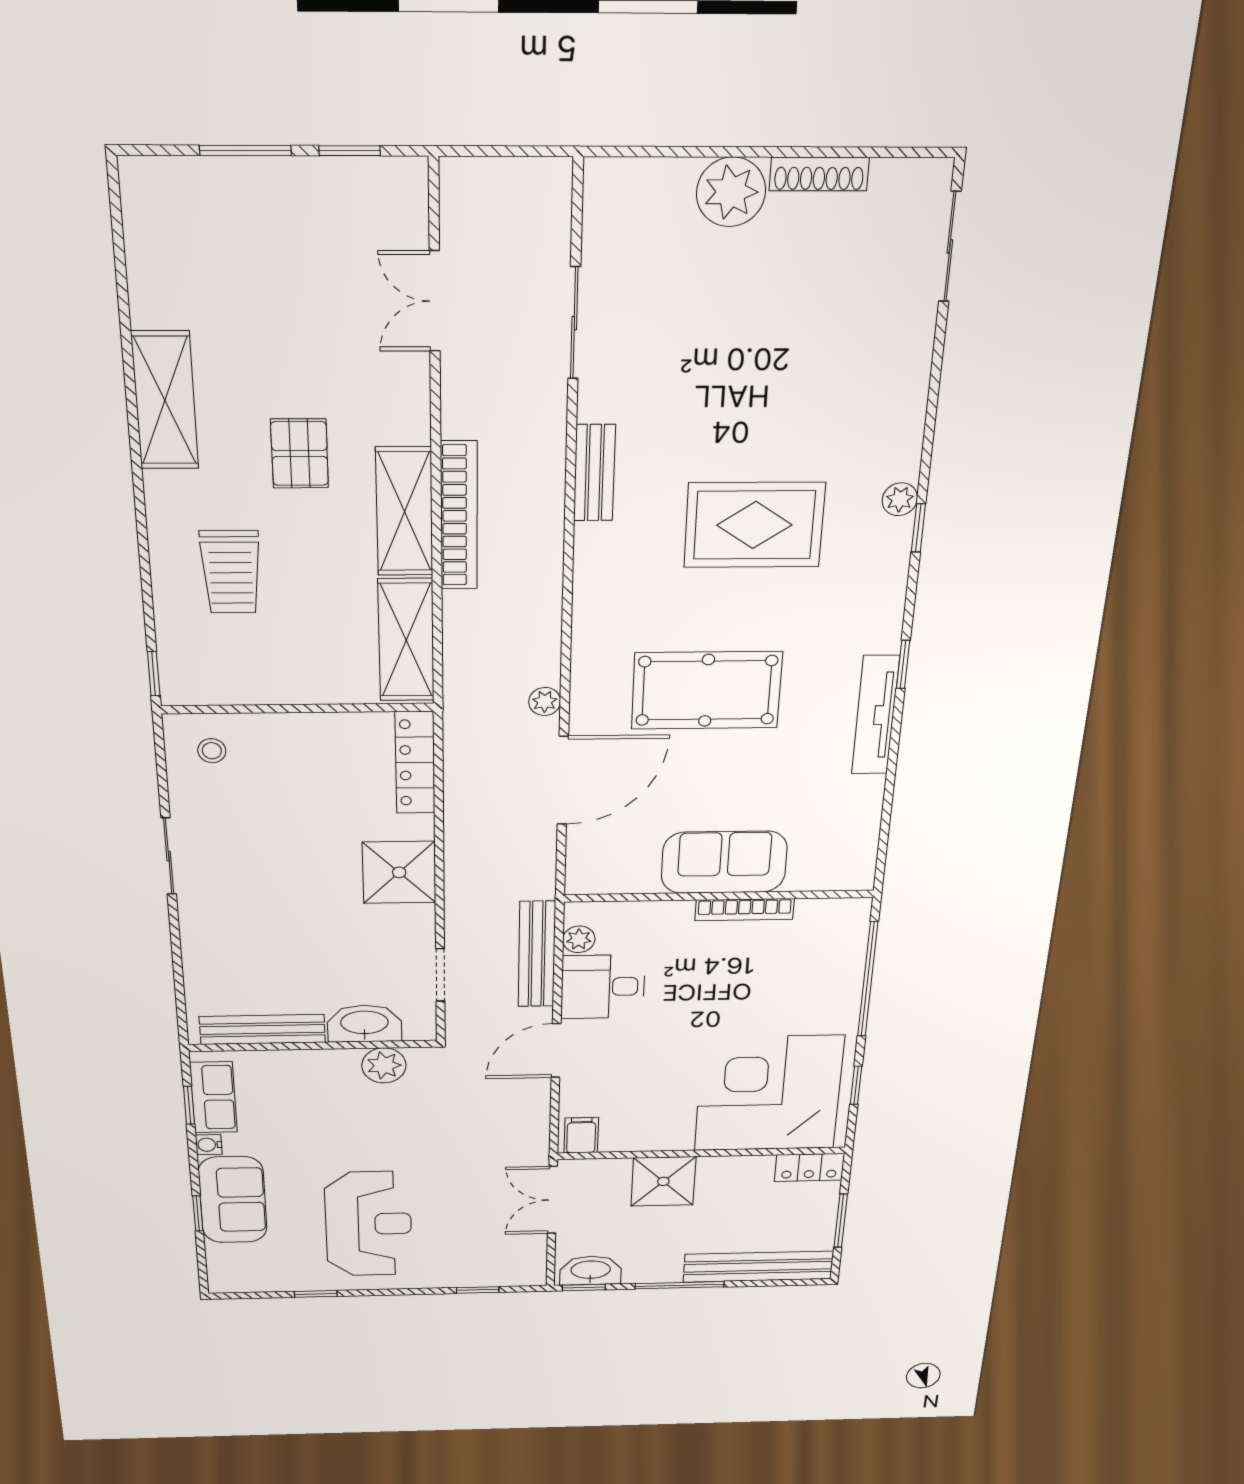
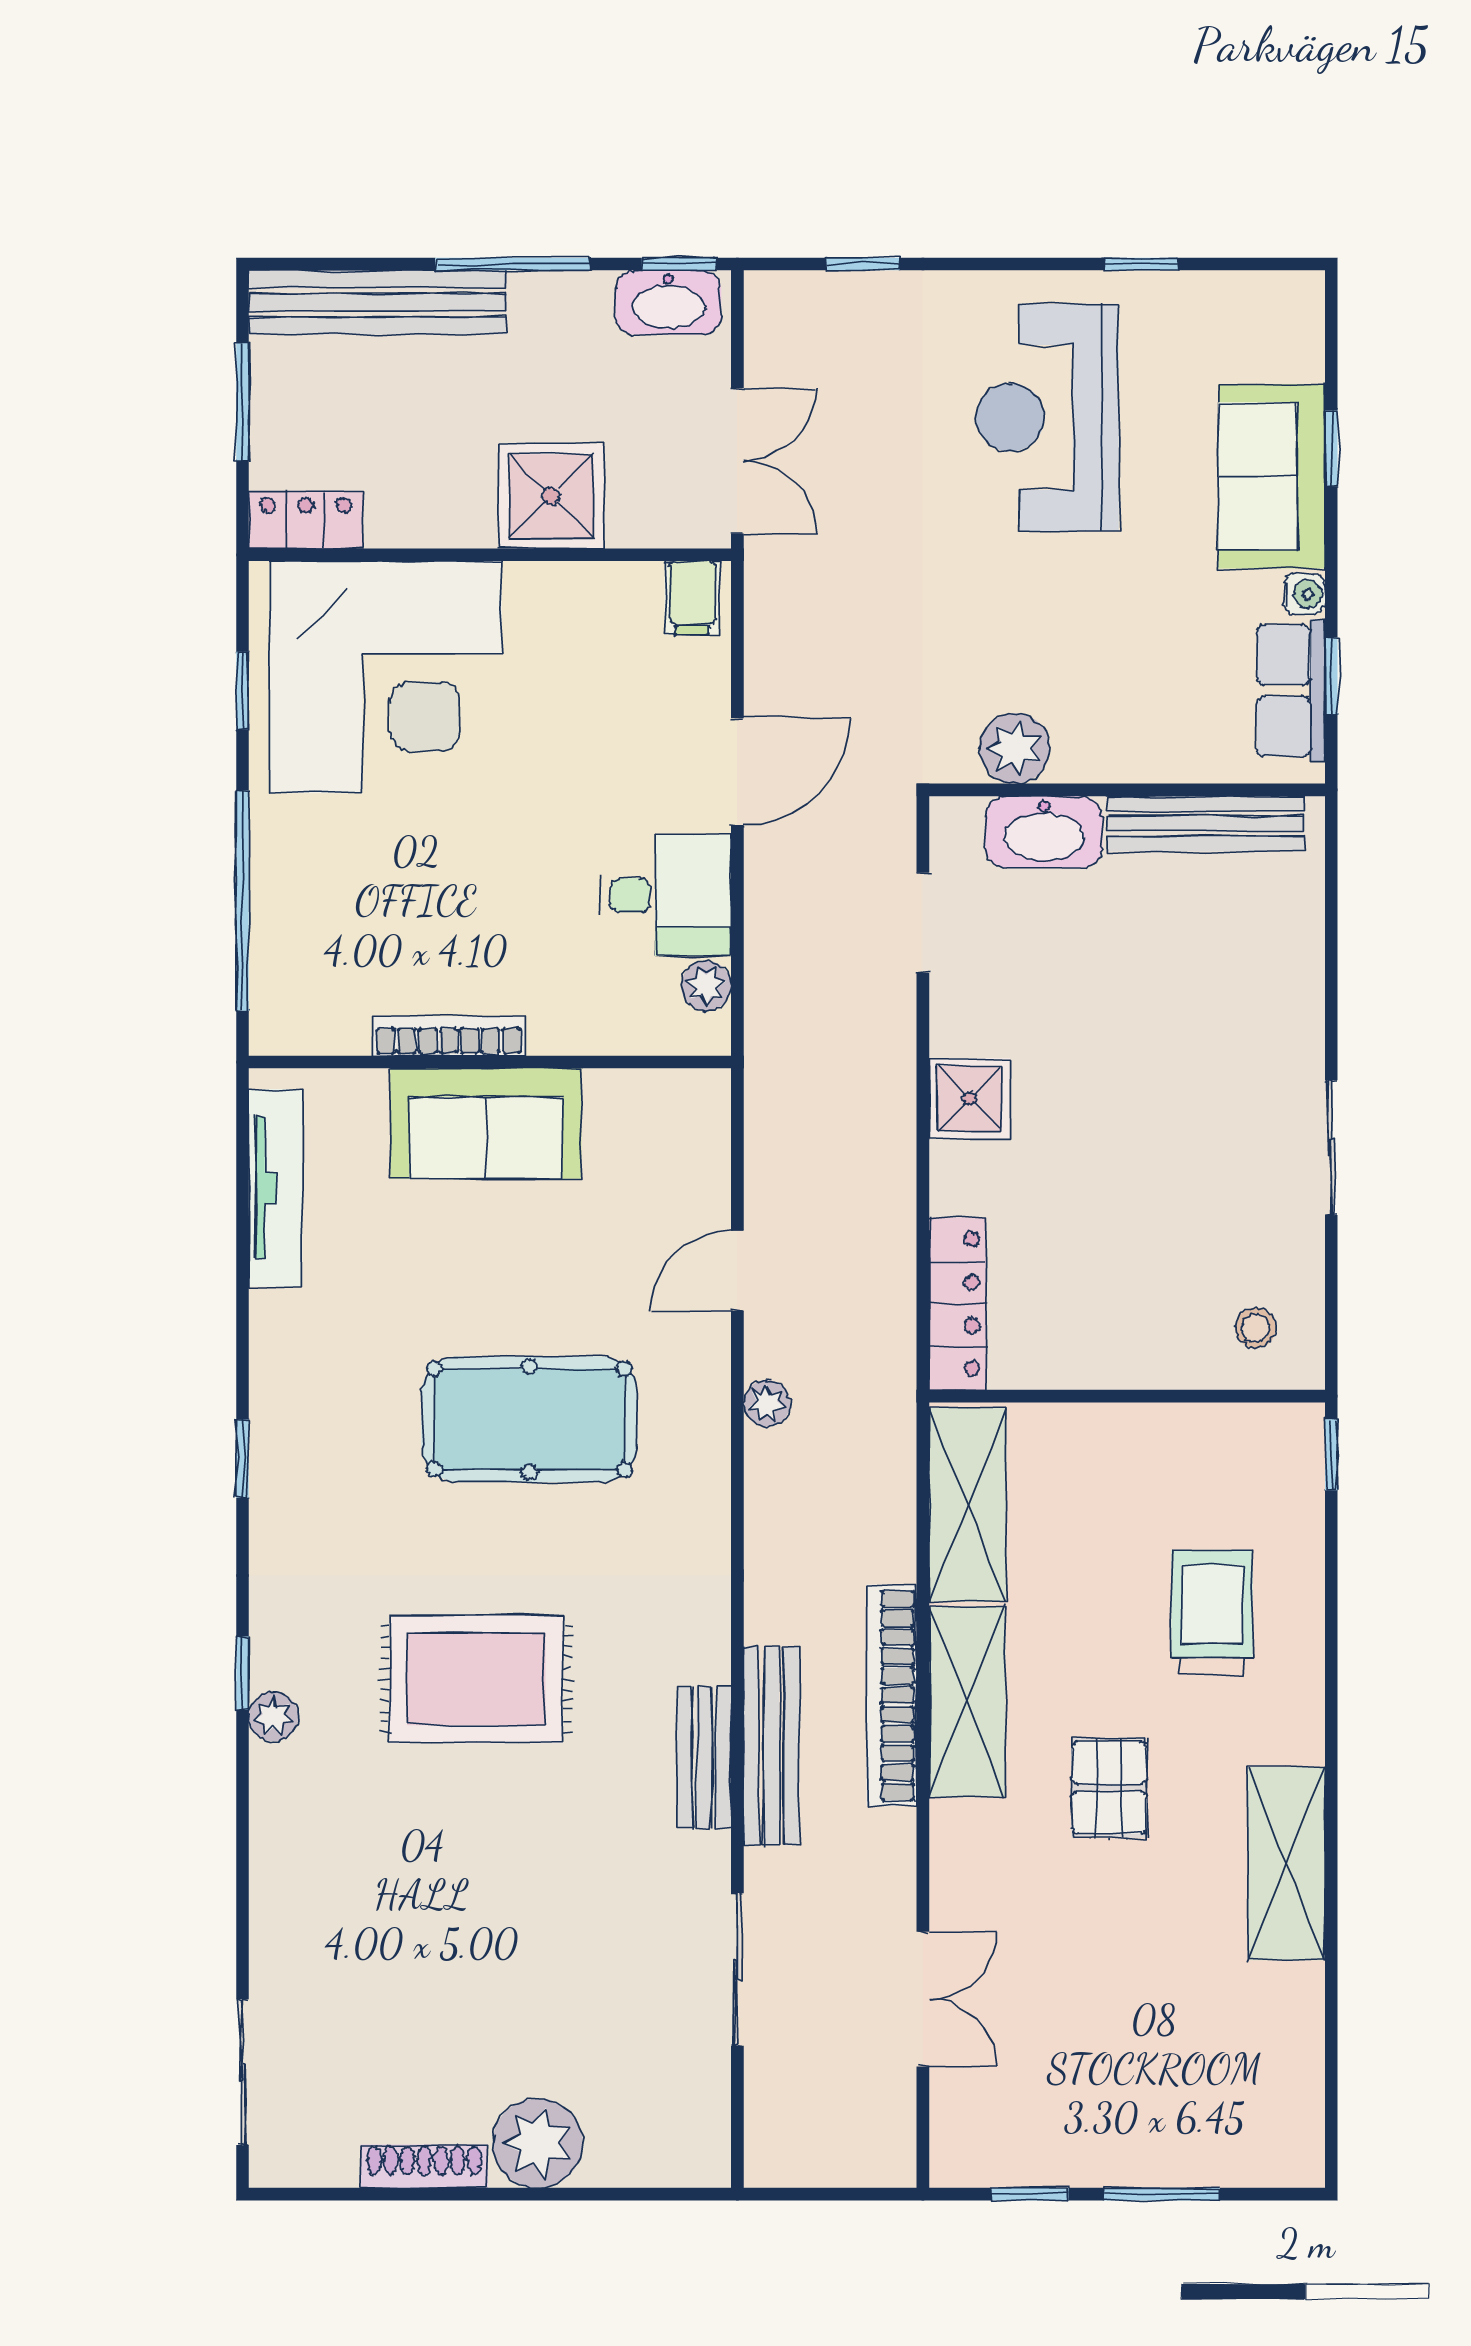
tv unit: (875, 715) -> (275, 1188), moved
door: (563, 780) -> (737, 1271), width x0.53
shower: (399, 872) -> (970, 1099), width x0.73, depth x0.73
bench: (537, 954) -> (771, 1746), moved

